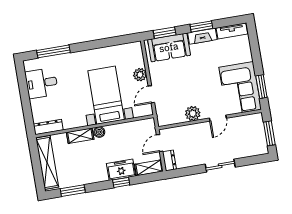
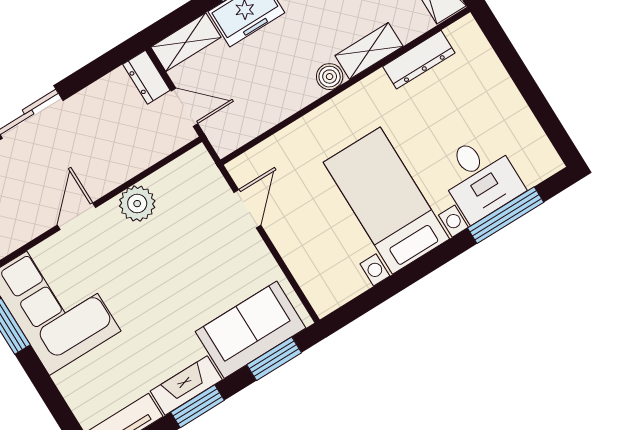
plant: (140, 75) -> (291, 242), removed
desk: (42, 83) -> (480, 178), moved, turned 90
bed with nightstands: (106, 95) -> (386, 201), moved, turned 180
dresser: (48, 127) -> (419, 60), moved
door: (160, 143) -> (184, 107), hinge flipped

